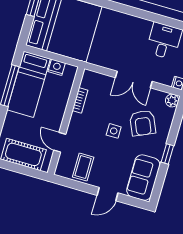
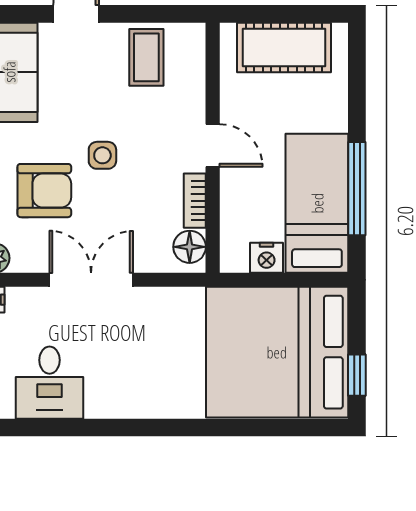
floor lamp: (88, 81) -> (190, 247), added
armchair: (143, 123) -> (44, 191), turned 114
door: (60, 142) -> (213, 145), moved

